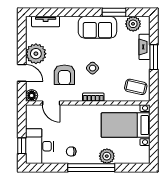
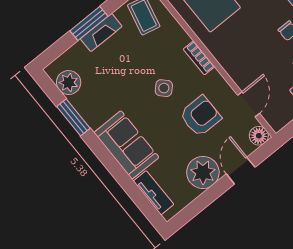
sofa: (97, 27) -> (126, 145), moved
fireplace: (144, 47) -> (101, 33), moved

